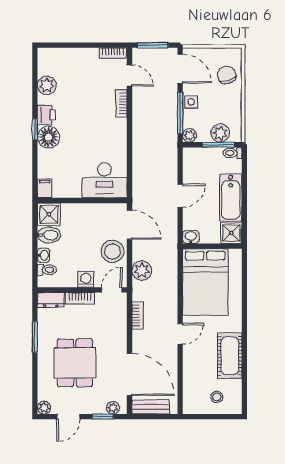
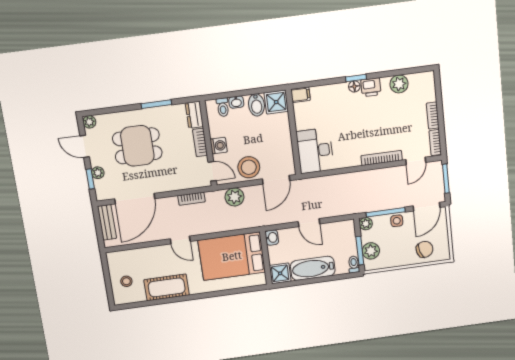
bookcase: (84, 53) -> (433, 116), added
bookcase: (121, 103) -> (382, 158), width x1.56
floor lamp: (49, 137) -> (354, 86), width x0.53, depth x0.53
plant: (113, 408) -> (98, 173), moved

